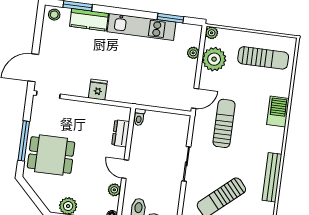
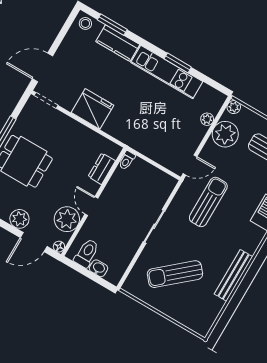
window: (170, 18) -> (178, 63), moved
fridge: (98, 90) -> (93, 109), width x1.88, depth x1.34
plant: (114, 190) -> (67, 219), width x1.87, depth x1.87

